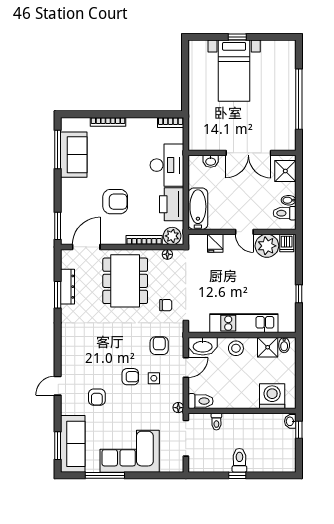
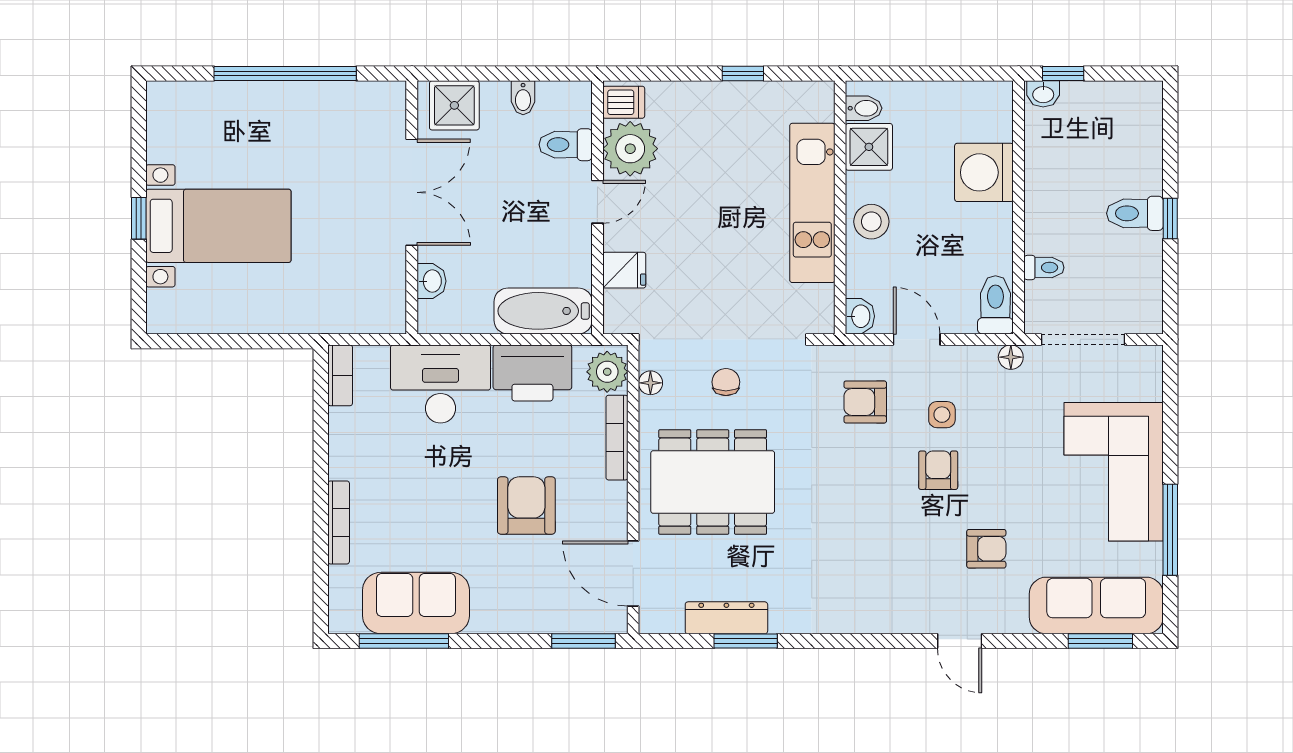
toilet: (285, 213) -> (566, 145), moved, turned 90
chair: (166, 305) -> (726, 382), moved
washbasin: (203, 346) -> (860, 316), width x0.52, depth x0.69
washing machine: (272, 396) -> (984, 172), moved

